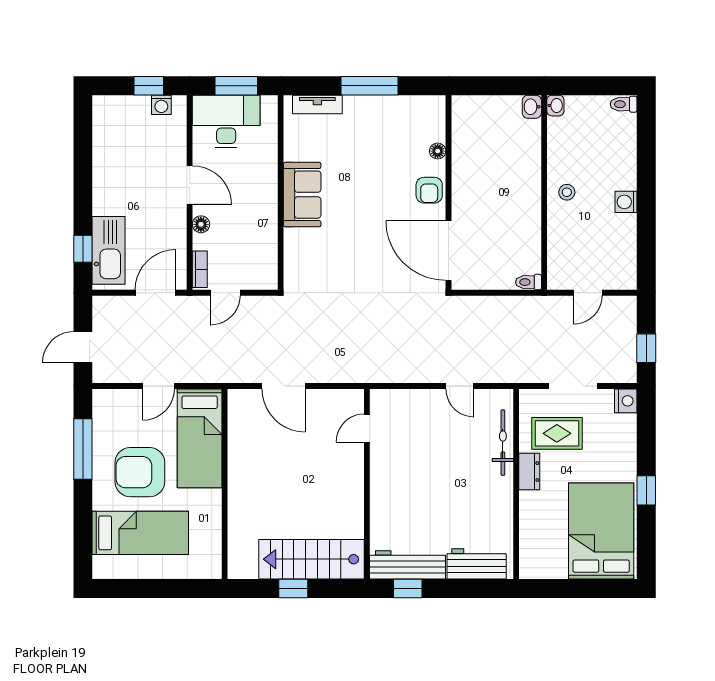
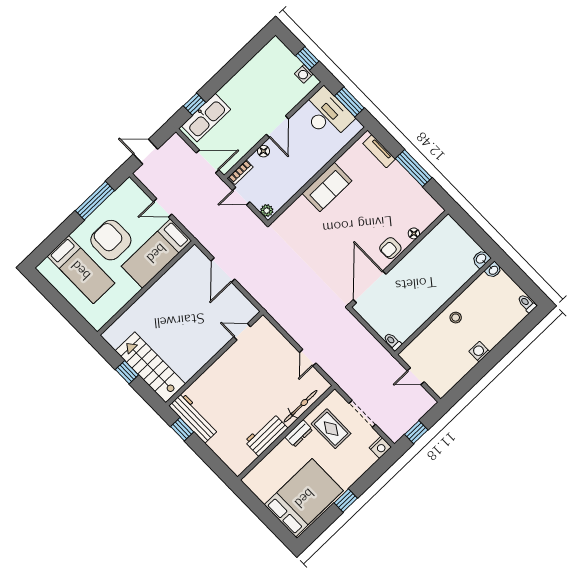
plant: (266, 281) -> (267, 211), added
workbench: (477, 564) -> (266, 435), moved, turned -90

